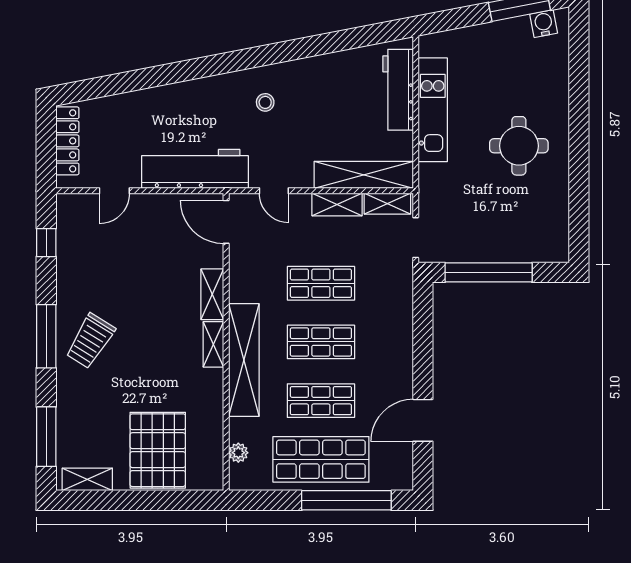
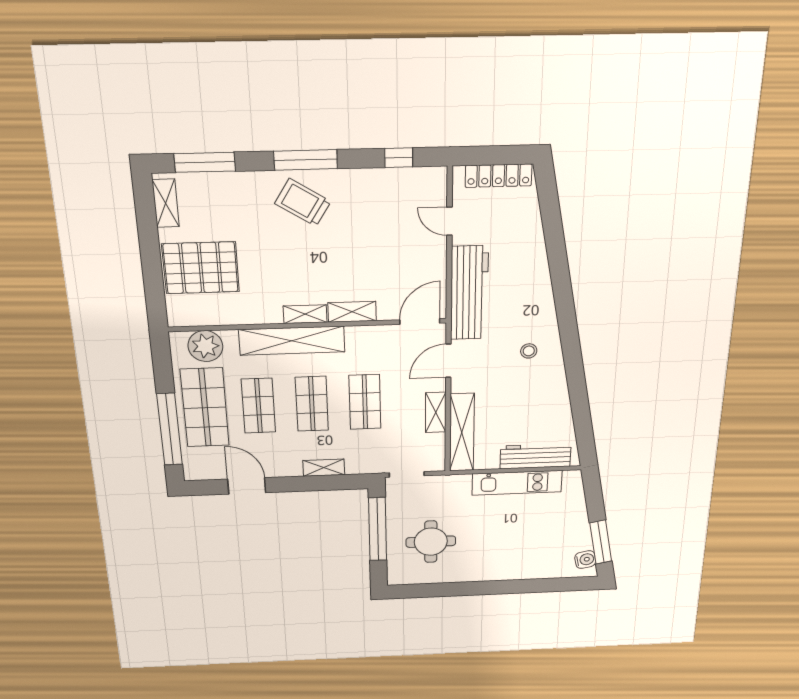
round table: (519, 146) -> (431, 542), moved
door: (274, 191) -> (448, 361), width x1.37
shelving: (387, 204) -> (324, 468), moved, turned 90
plant: (238, 453) -> (205, 346), width x1.87, depth x1.87

